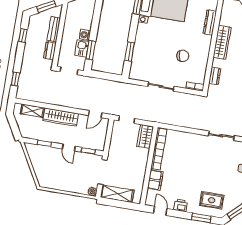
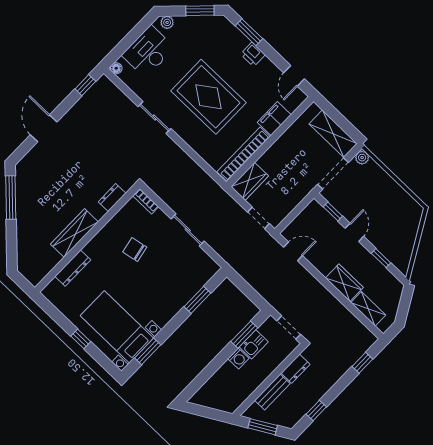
wardrobe: (61, 117) -> (344, 283), width x0.67
rug: (212, 200) -> (209, 97), moved, width x1.86, depth x2.06
printer: (180, 205) -> (253, 54), moved

